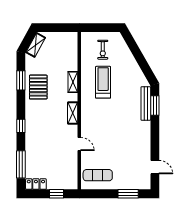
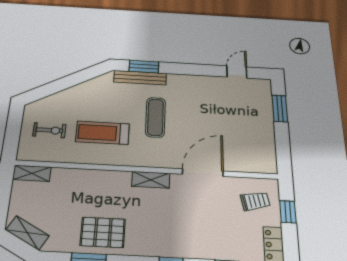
shelving: (73, 82) -> (32, 173), moved
door: (79, 144) -> (203, 173), width x1.88
trolley: (62, 175) -> (255, 201), added
exercise mat: (98, 175) -> (155, 117), moved

